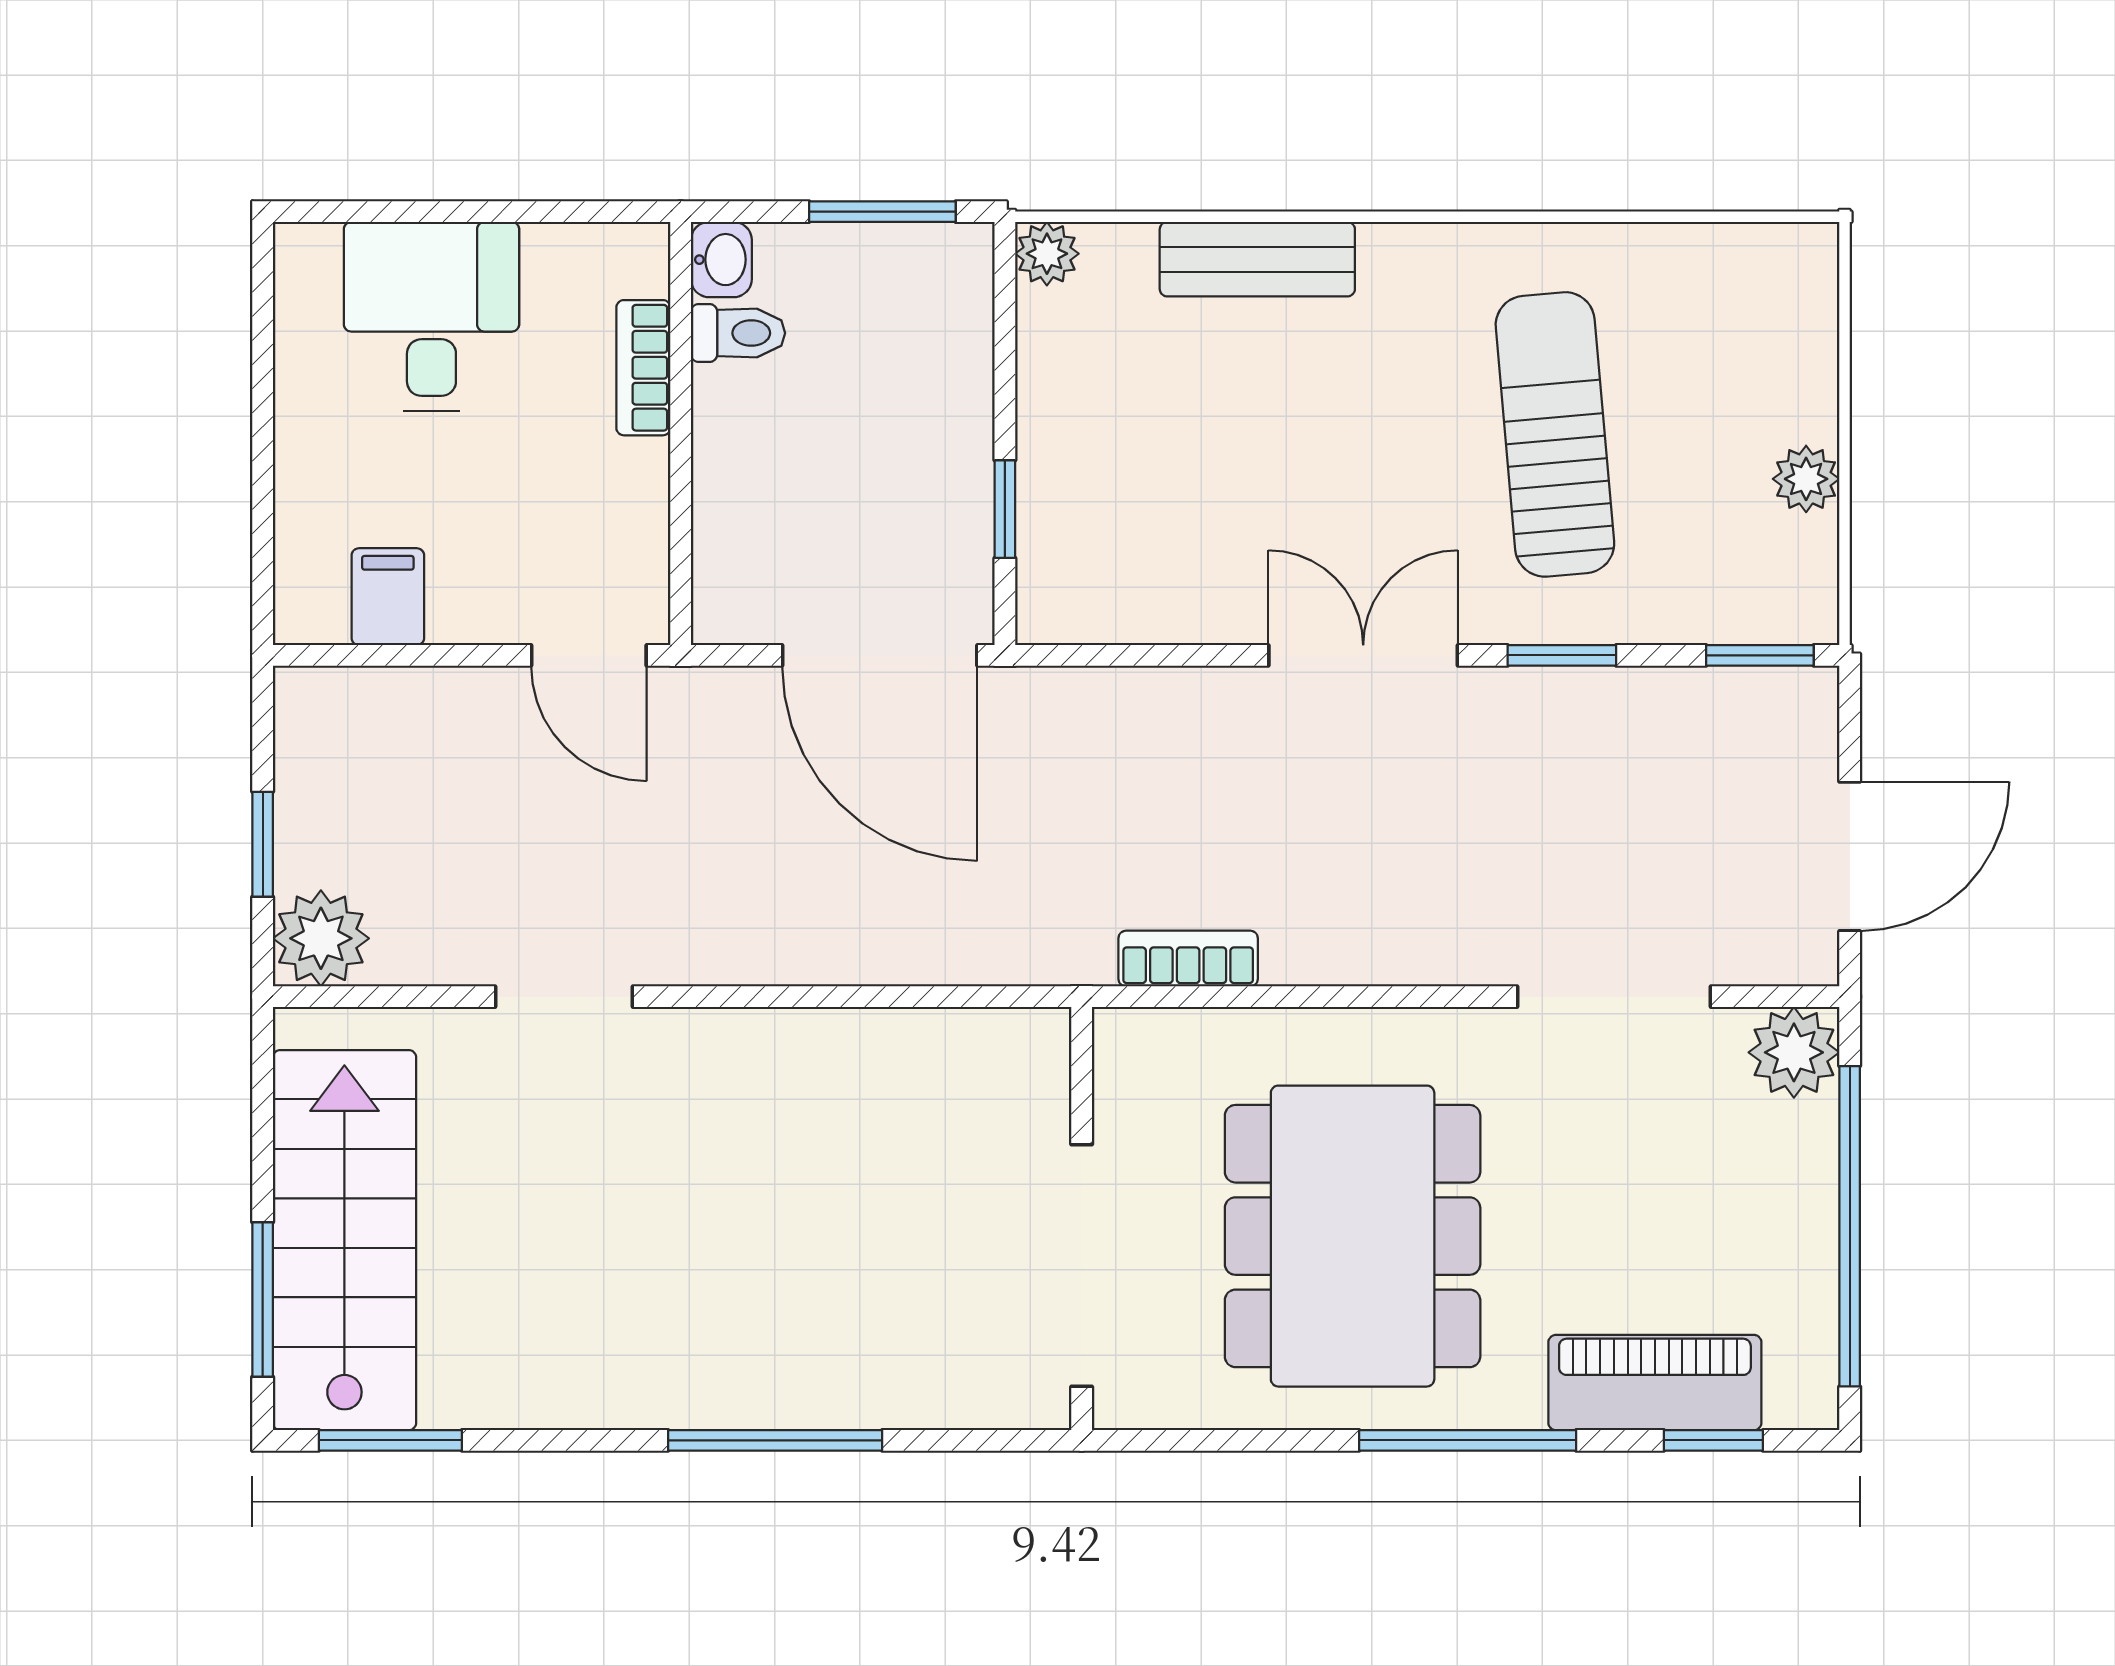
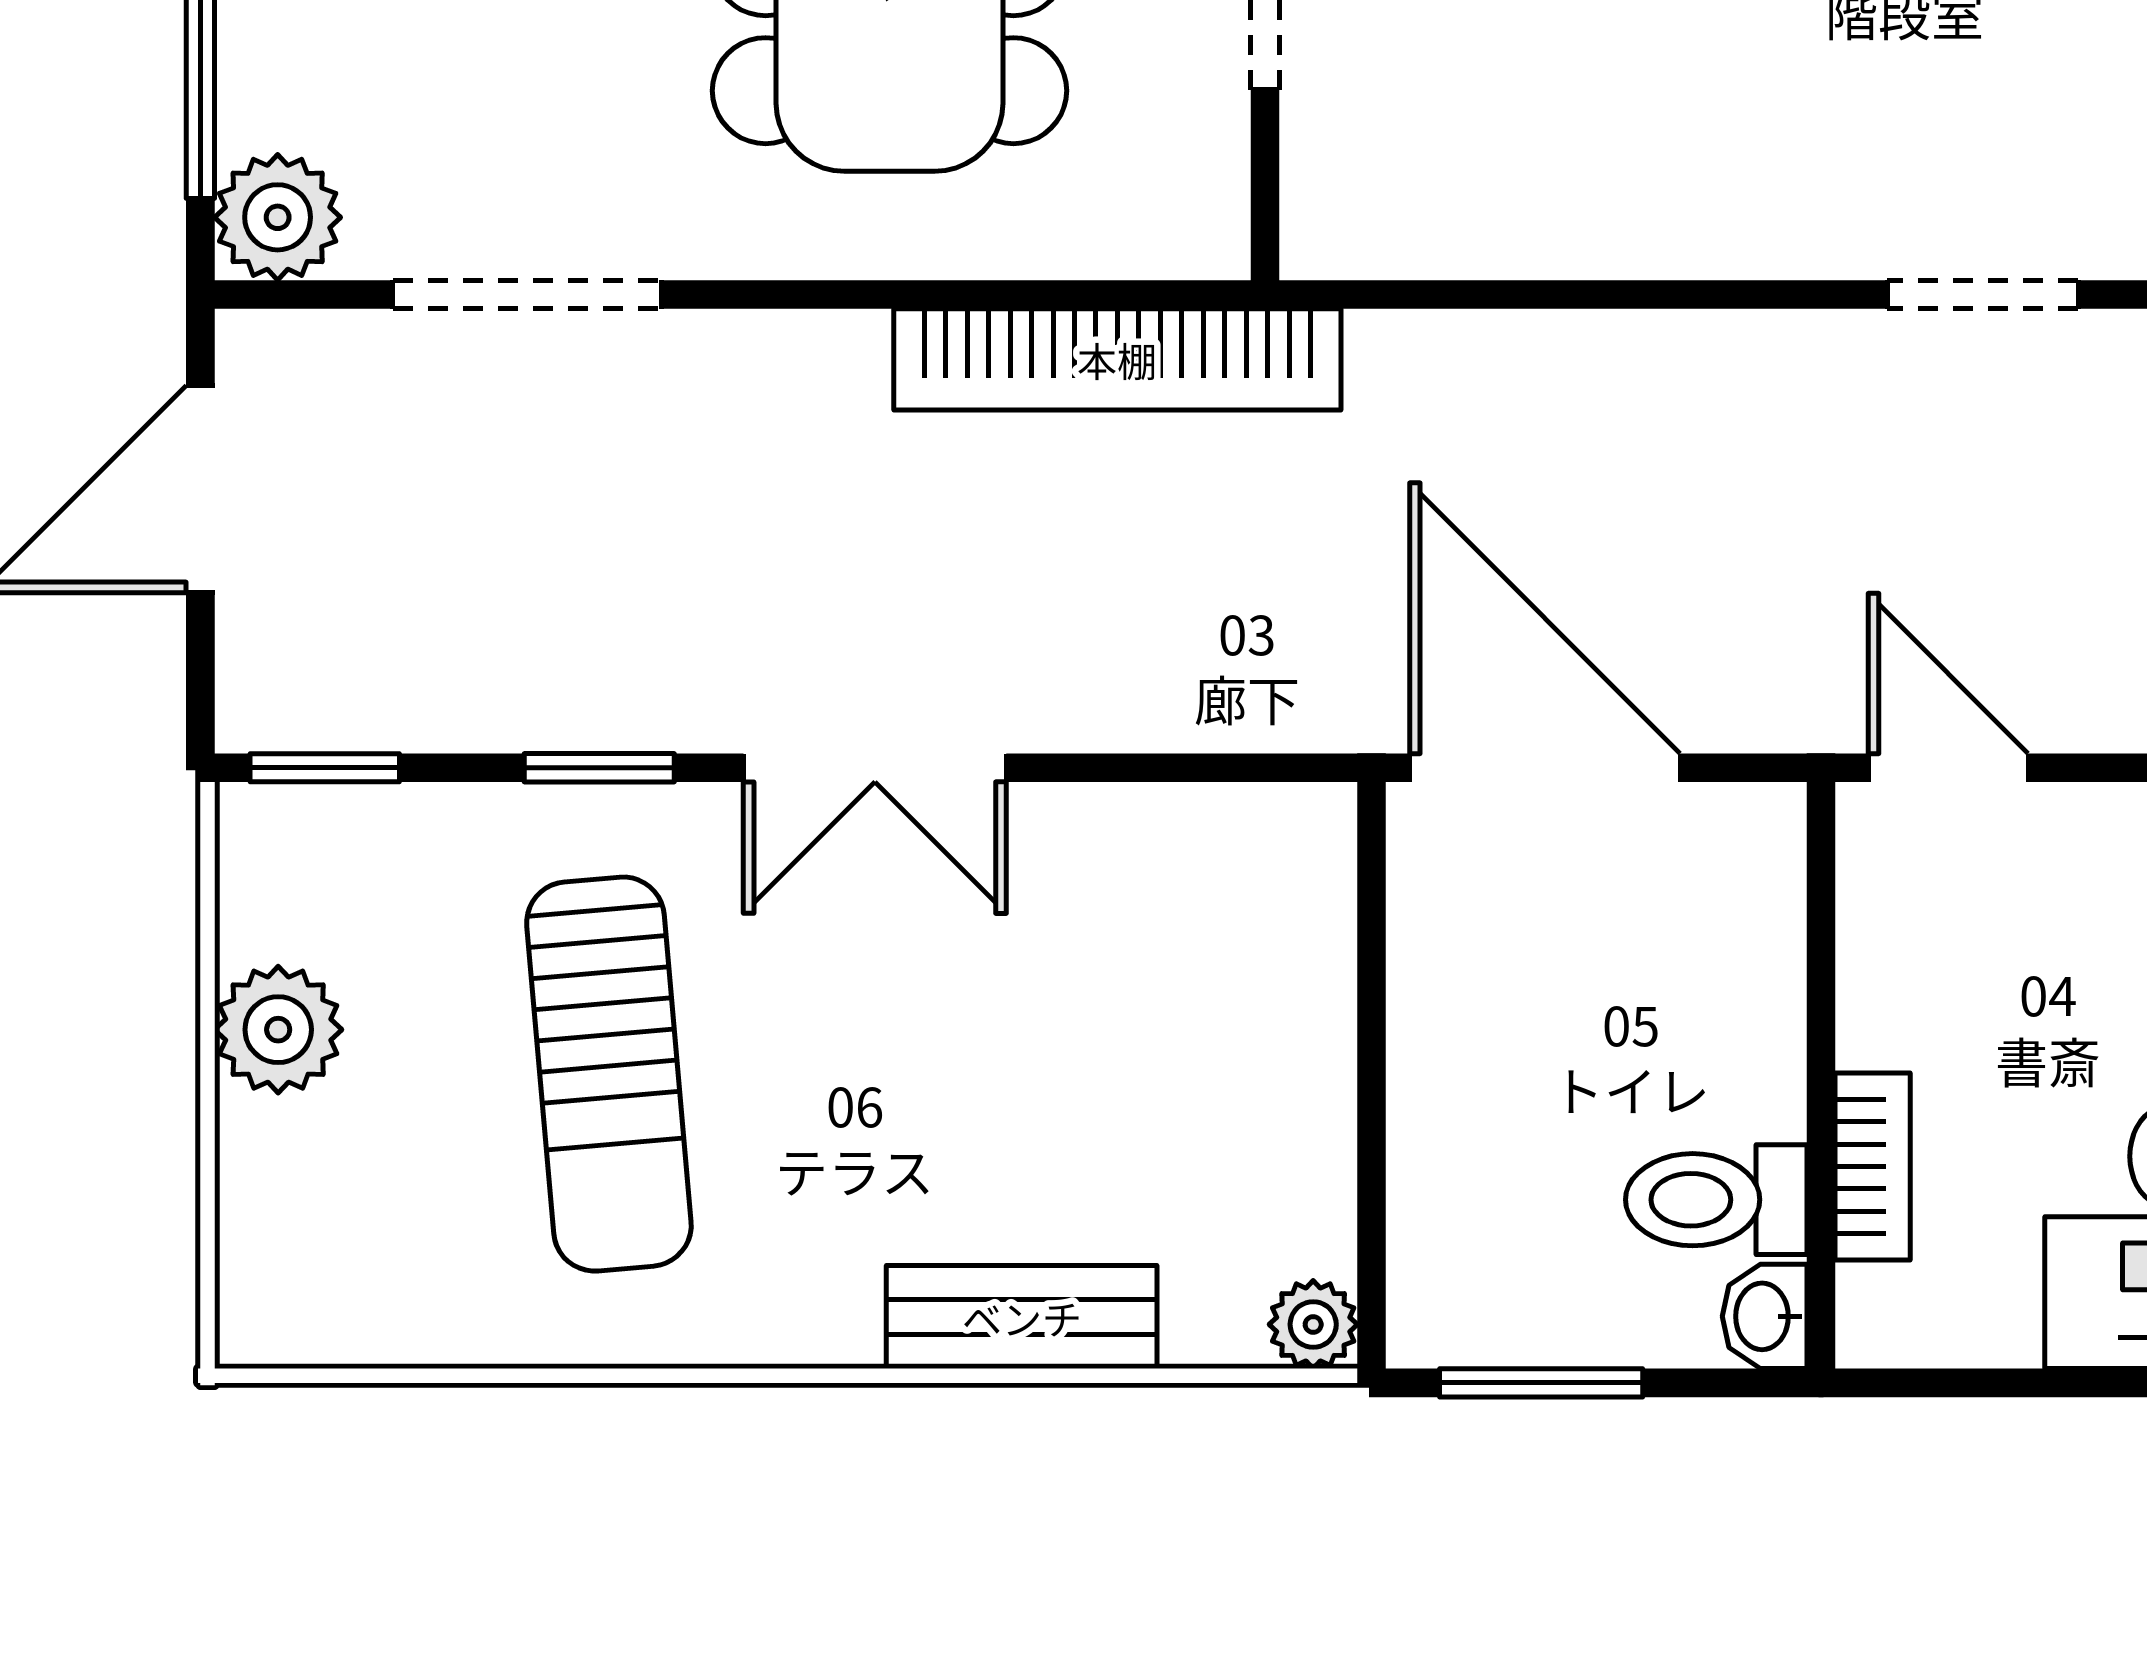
toilet: (738, 333) -> (1716, 1200), width x1.37, depth x1.39
plant: (1806, 479) -> (278, 1030), width x1.38, depth x1.38
window: (1005, 509) -> (1371, 971), removed
bookcase: (1188, 959) -> (1117, 359), width x2.31, depth x1.31

